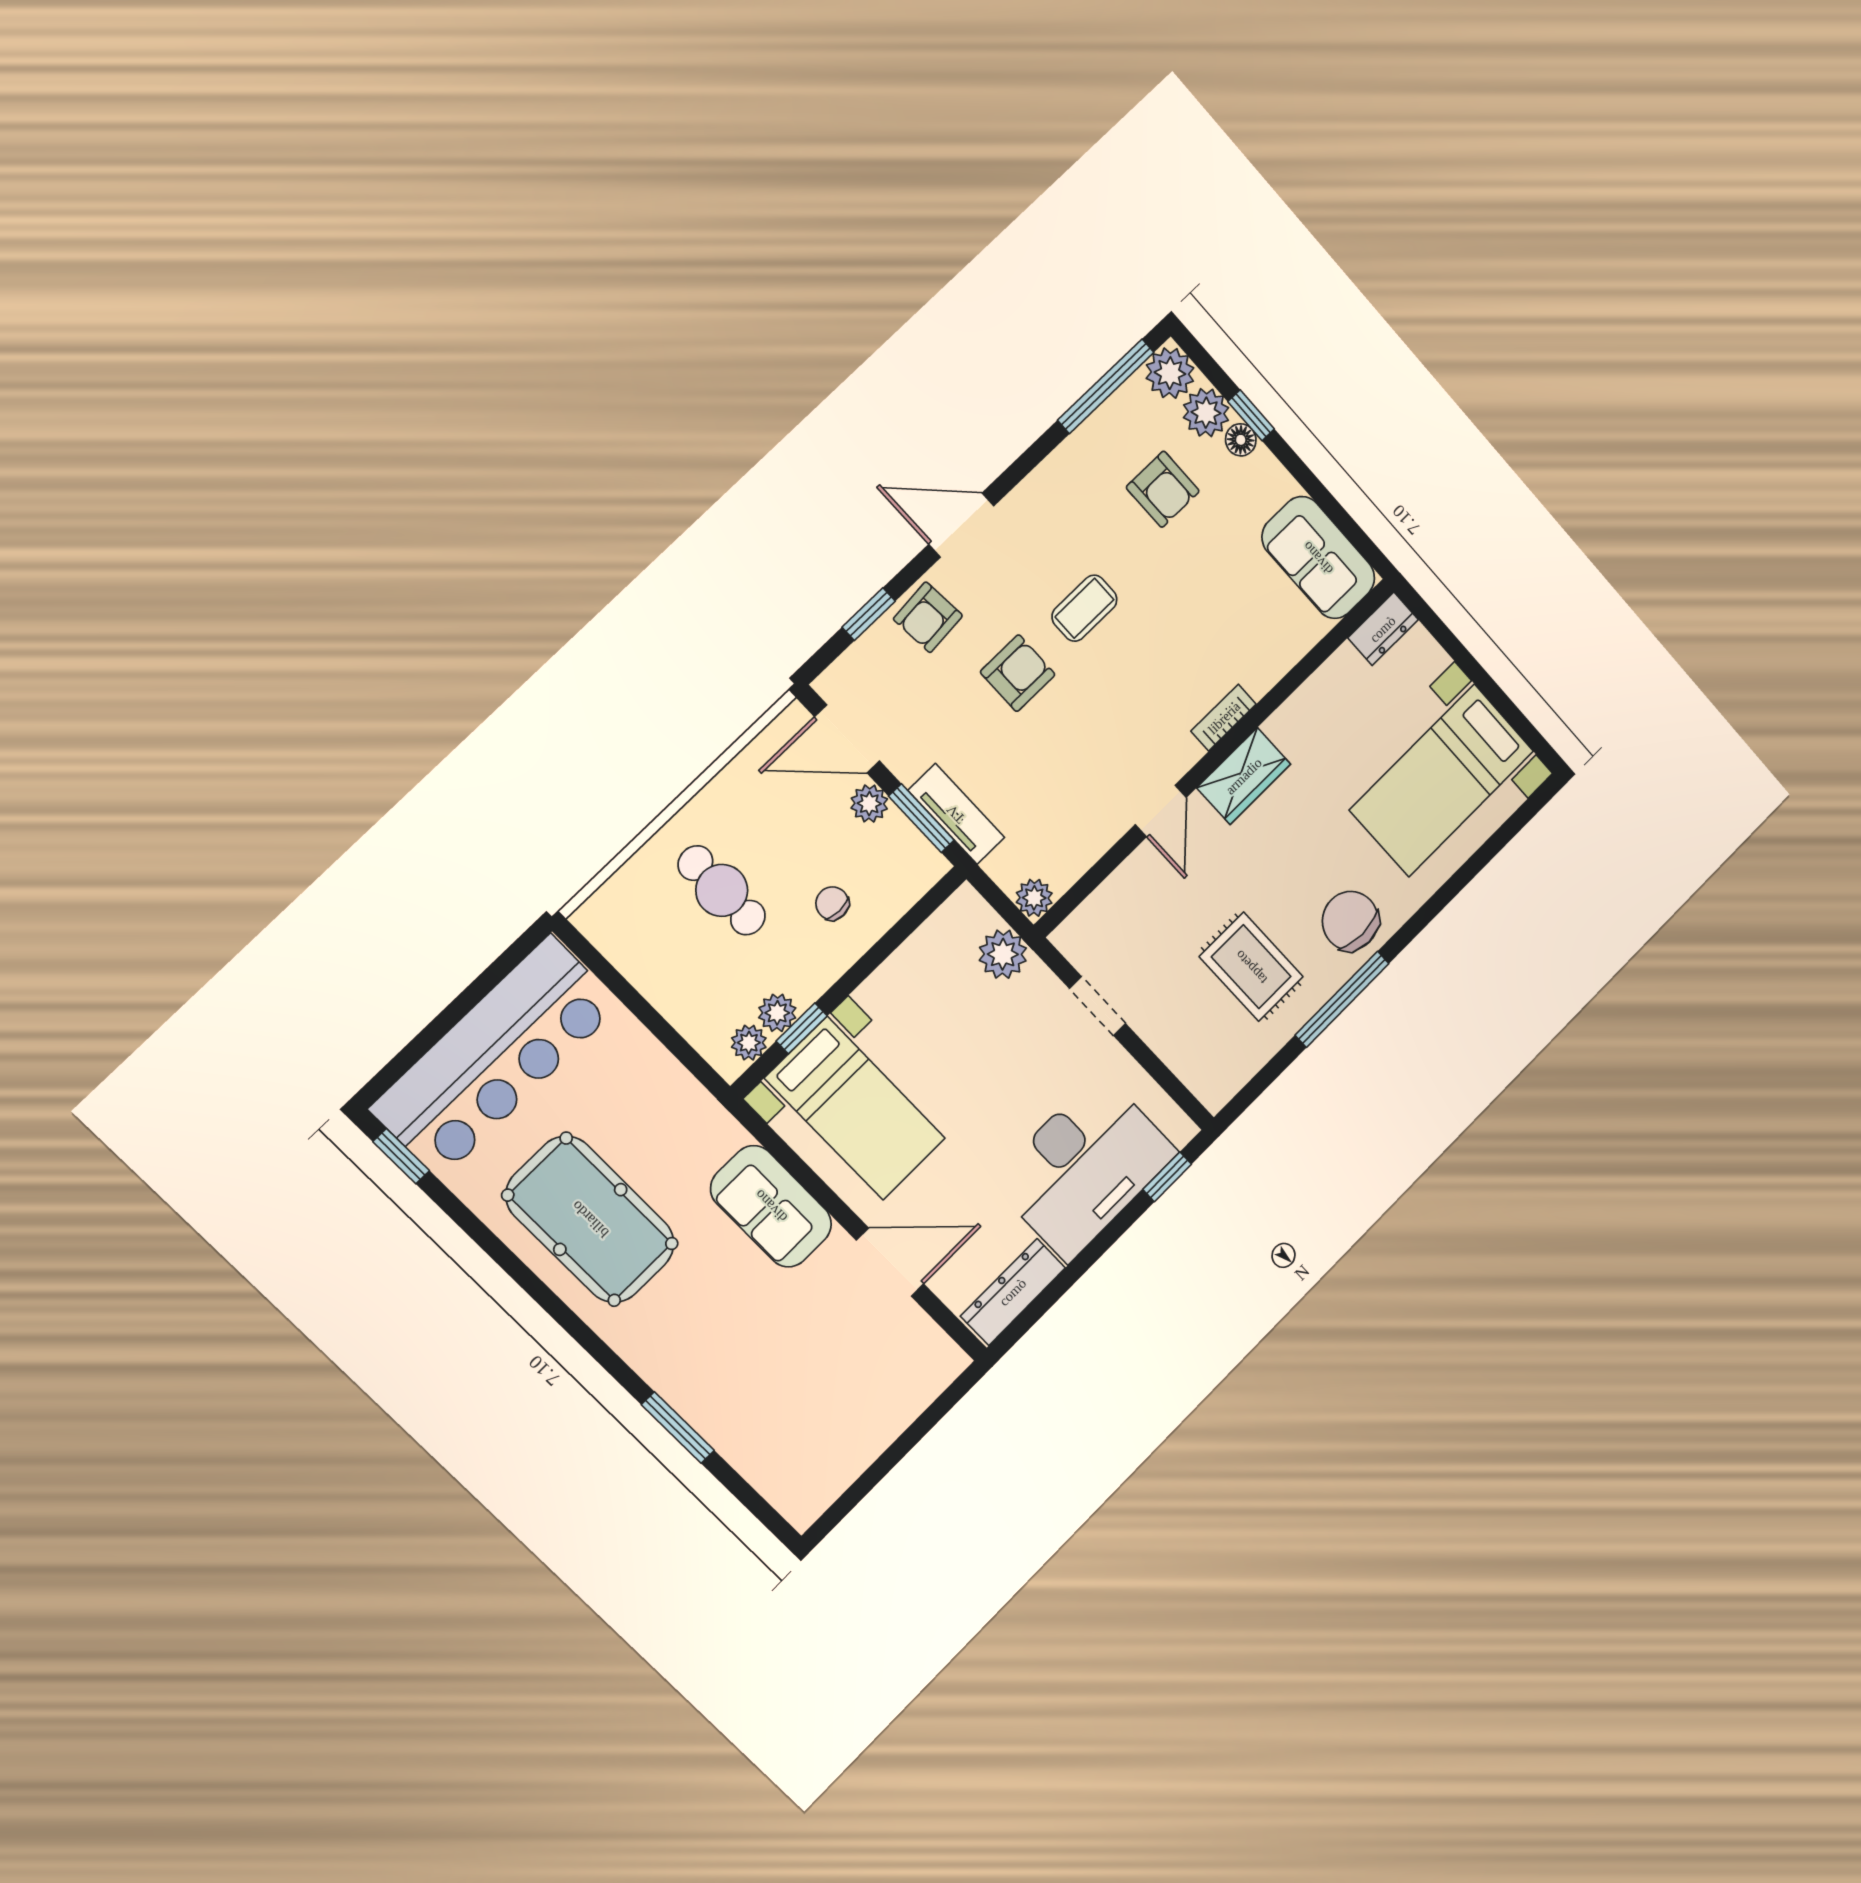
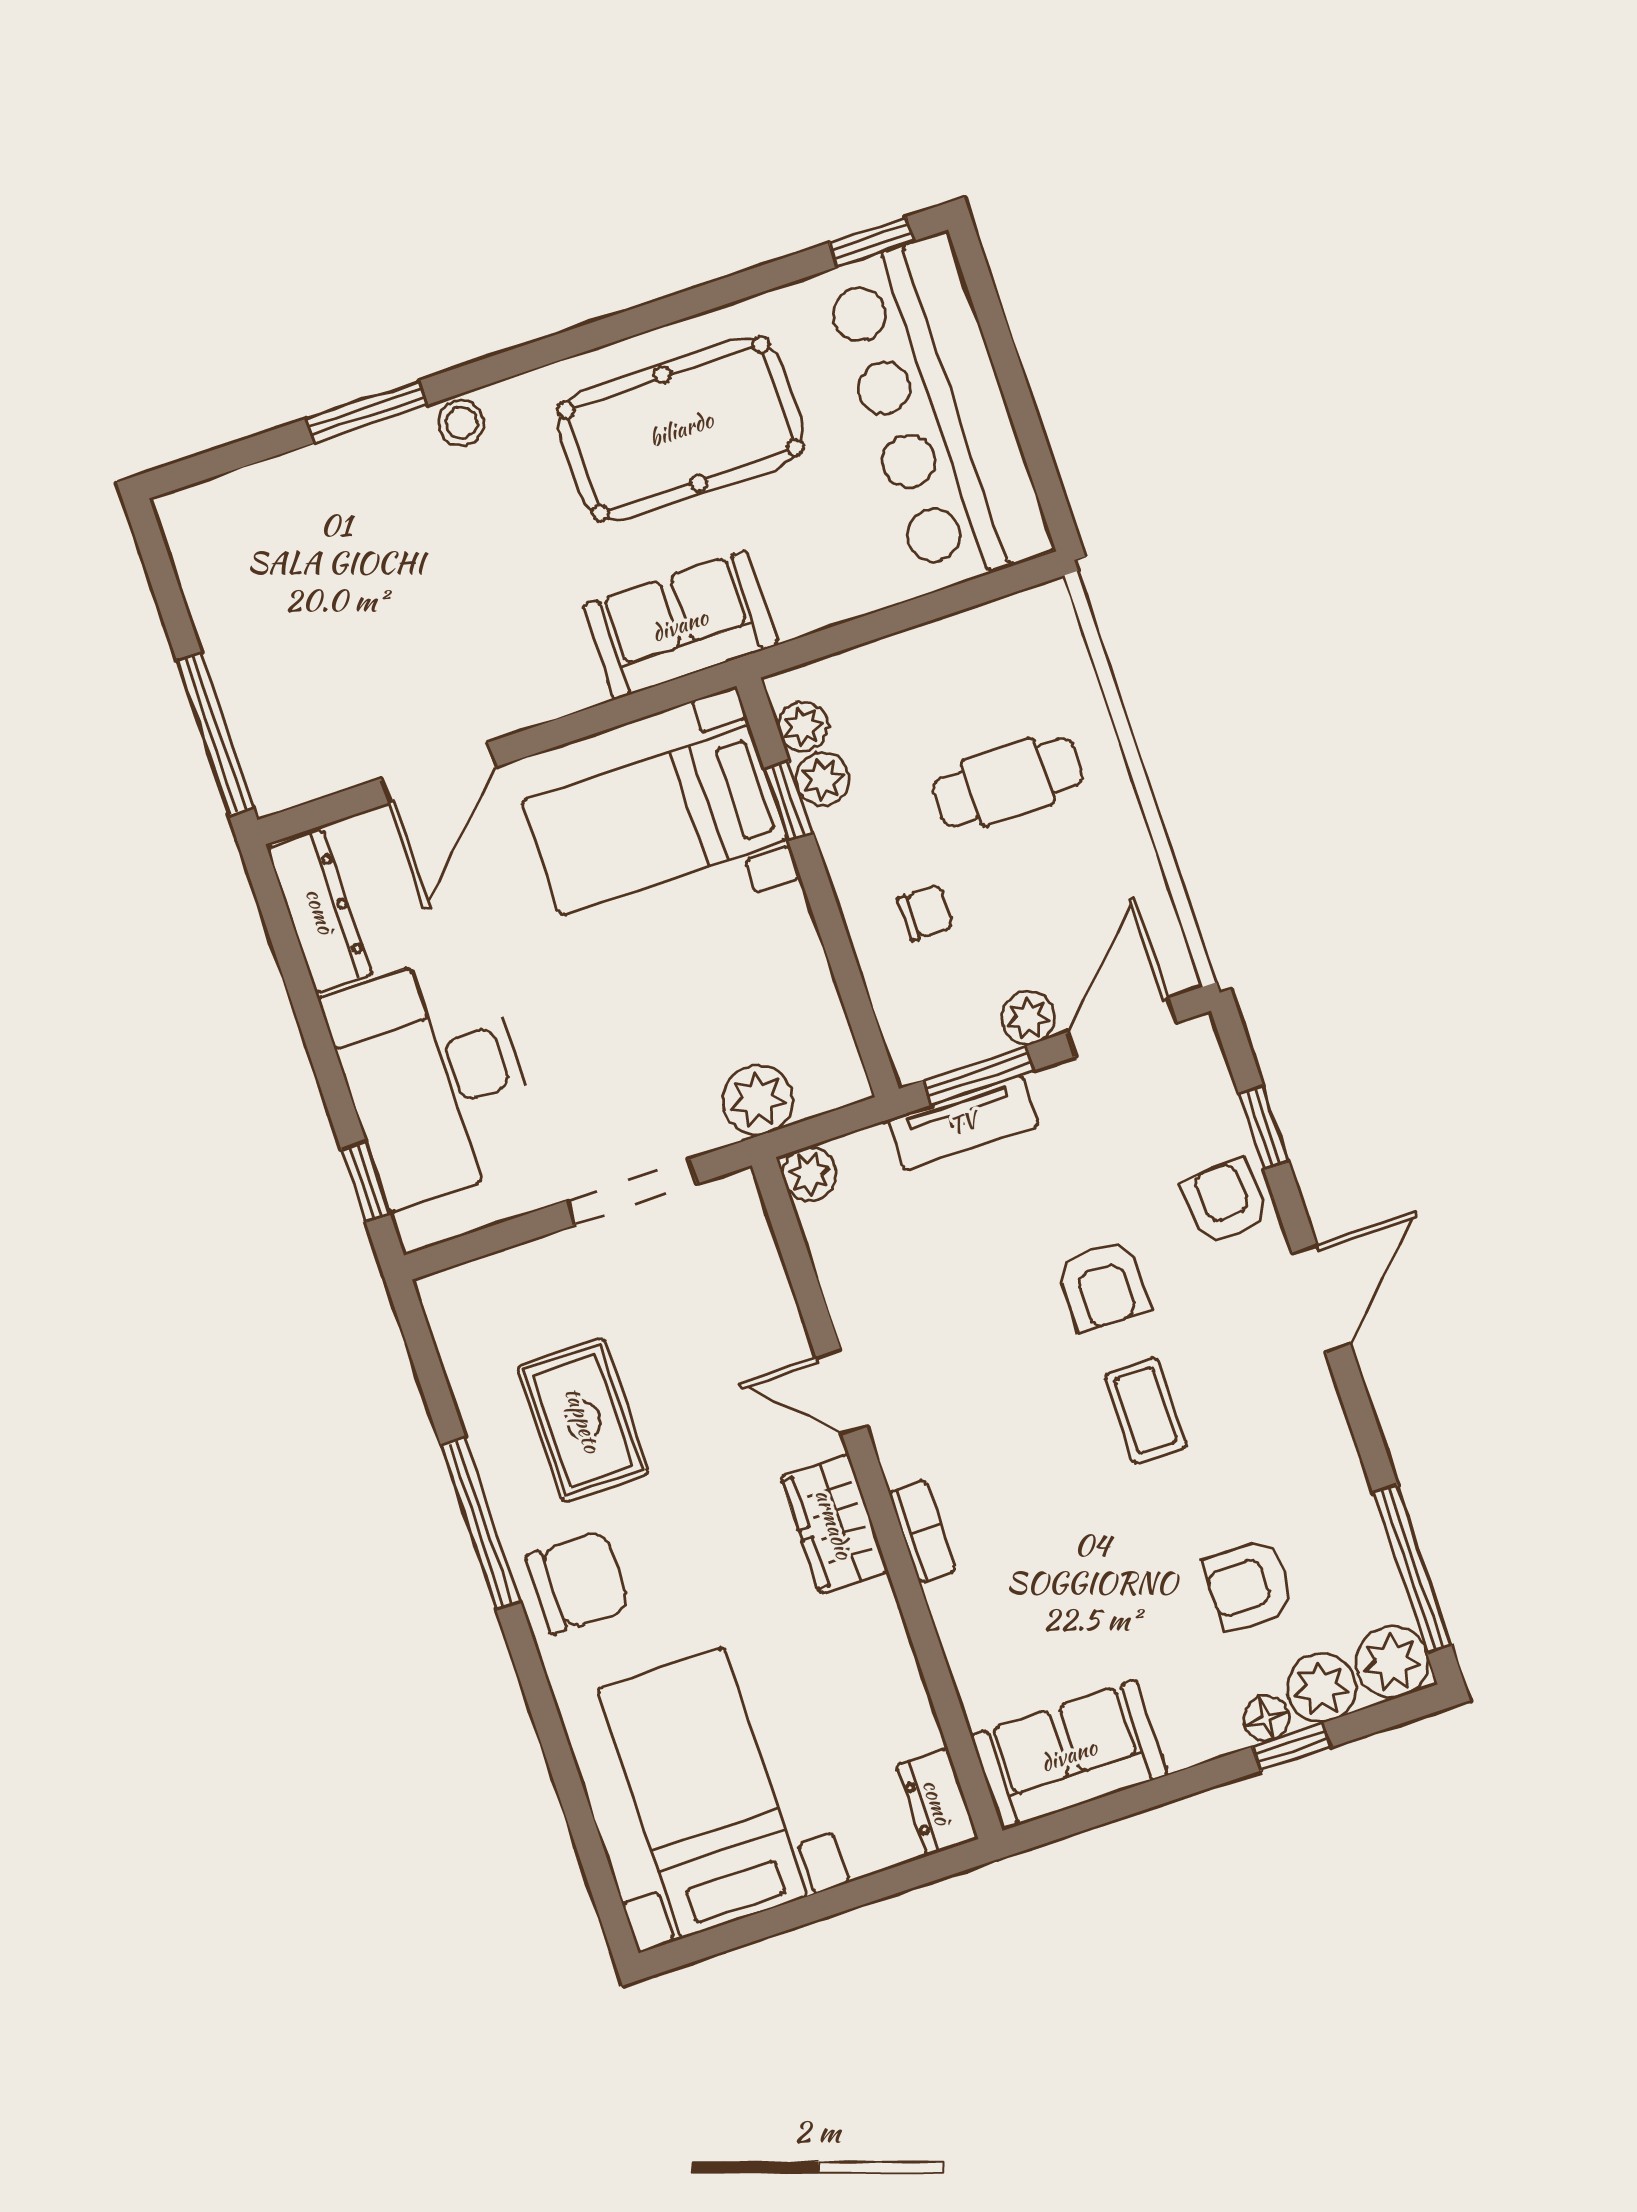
rug: (1251, 967) -> (583, 1420), turned 90
doorway: (1097, 1006) -> (632, 1192), width x1.38
sofa: (771, 1206) -> (680, 625), moved
stool: (656, 1363) -> (461, 423), added
window: (932, 1416) -> (215, 734), added

